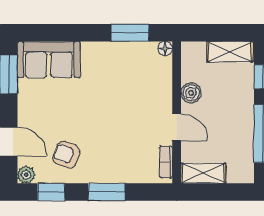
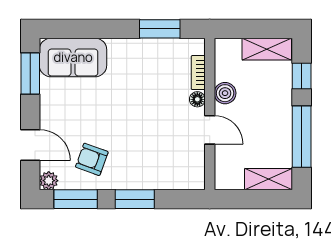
floor lamp: (165, 49) -> (197, 99), moved
bookcase: (166, 162) -> (198, 73), moved
shelving: (203, 173) -> (269, 179), moved
window: (51, 192) -> (76, 199), width x1.50

